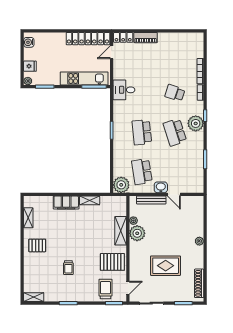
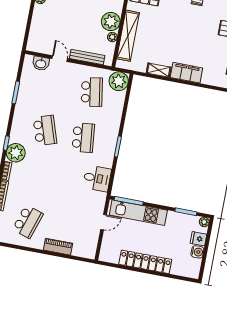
locker: (123, 37) -> (84, 252), removed
locker: (88, 39) -> (145, 262), moved
water cooler: (29, 42) -> (197, 252), moved
door: (112, 52) -> (104, 222), moved
desk: (124, 90) -> (97, 178), moved
school desk: (175, 93) -> (28, 222), moved, width x1.85
plant: (196, 123) -> (16, 153), moved
washbasin: (161, 187) -> (41, 63), moved
shelving: (121, 231) -> (128, 36), width x1.47

